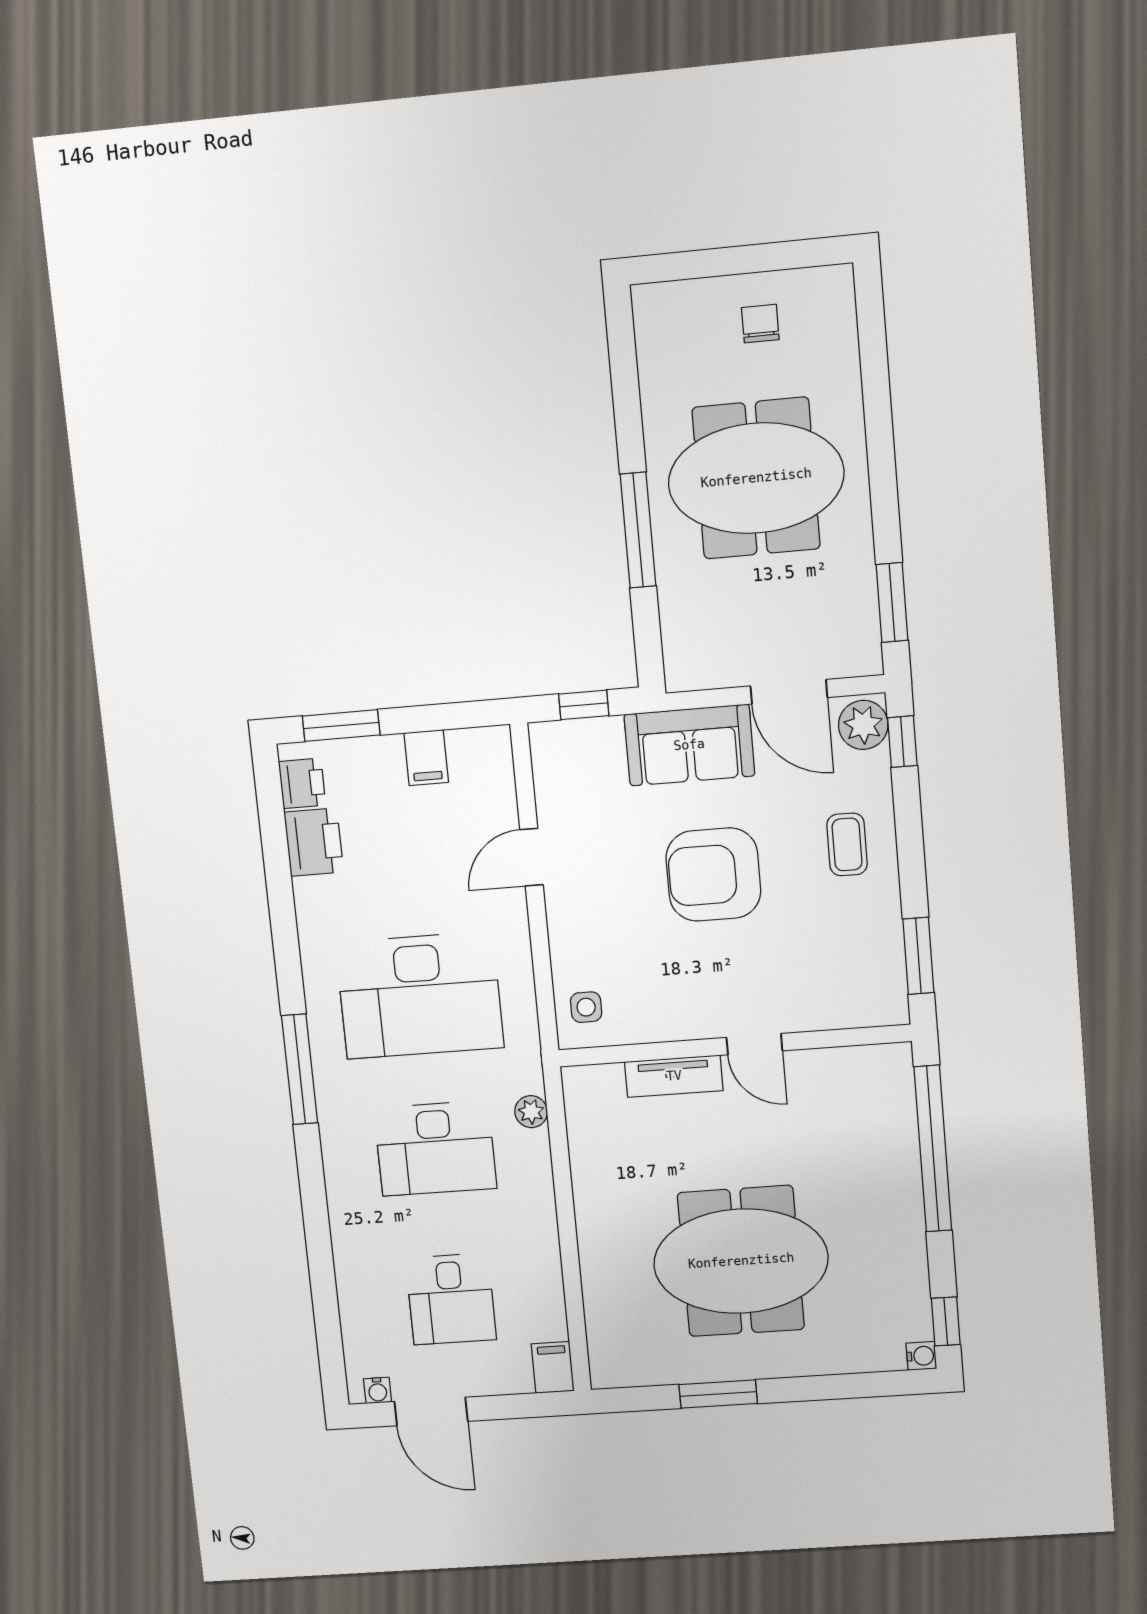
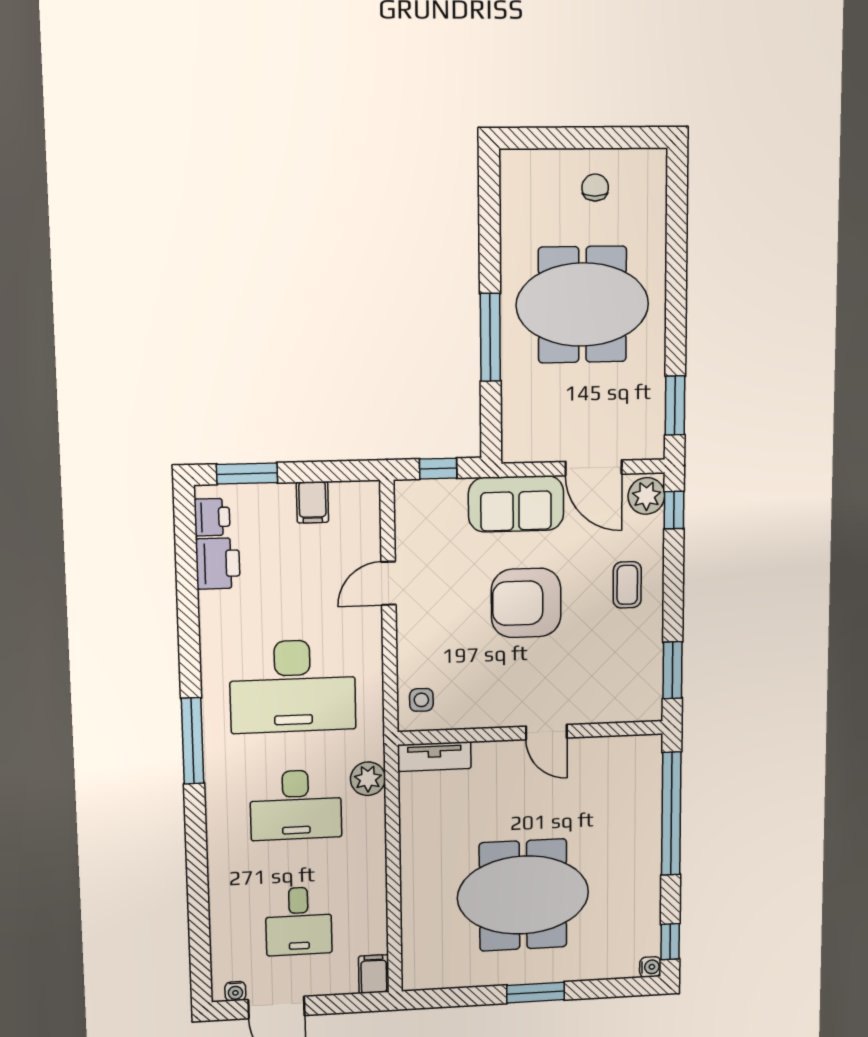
tv unit: (674, 1076) -> (434, 757), moved
plant: (531, 1112) -> (368, 779), width x1.38, depth x1.38
window: (718, 1394) -> (536, 993), moved

